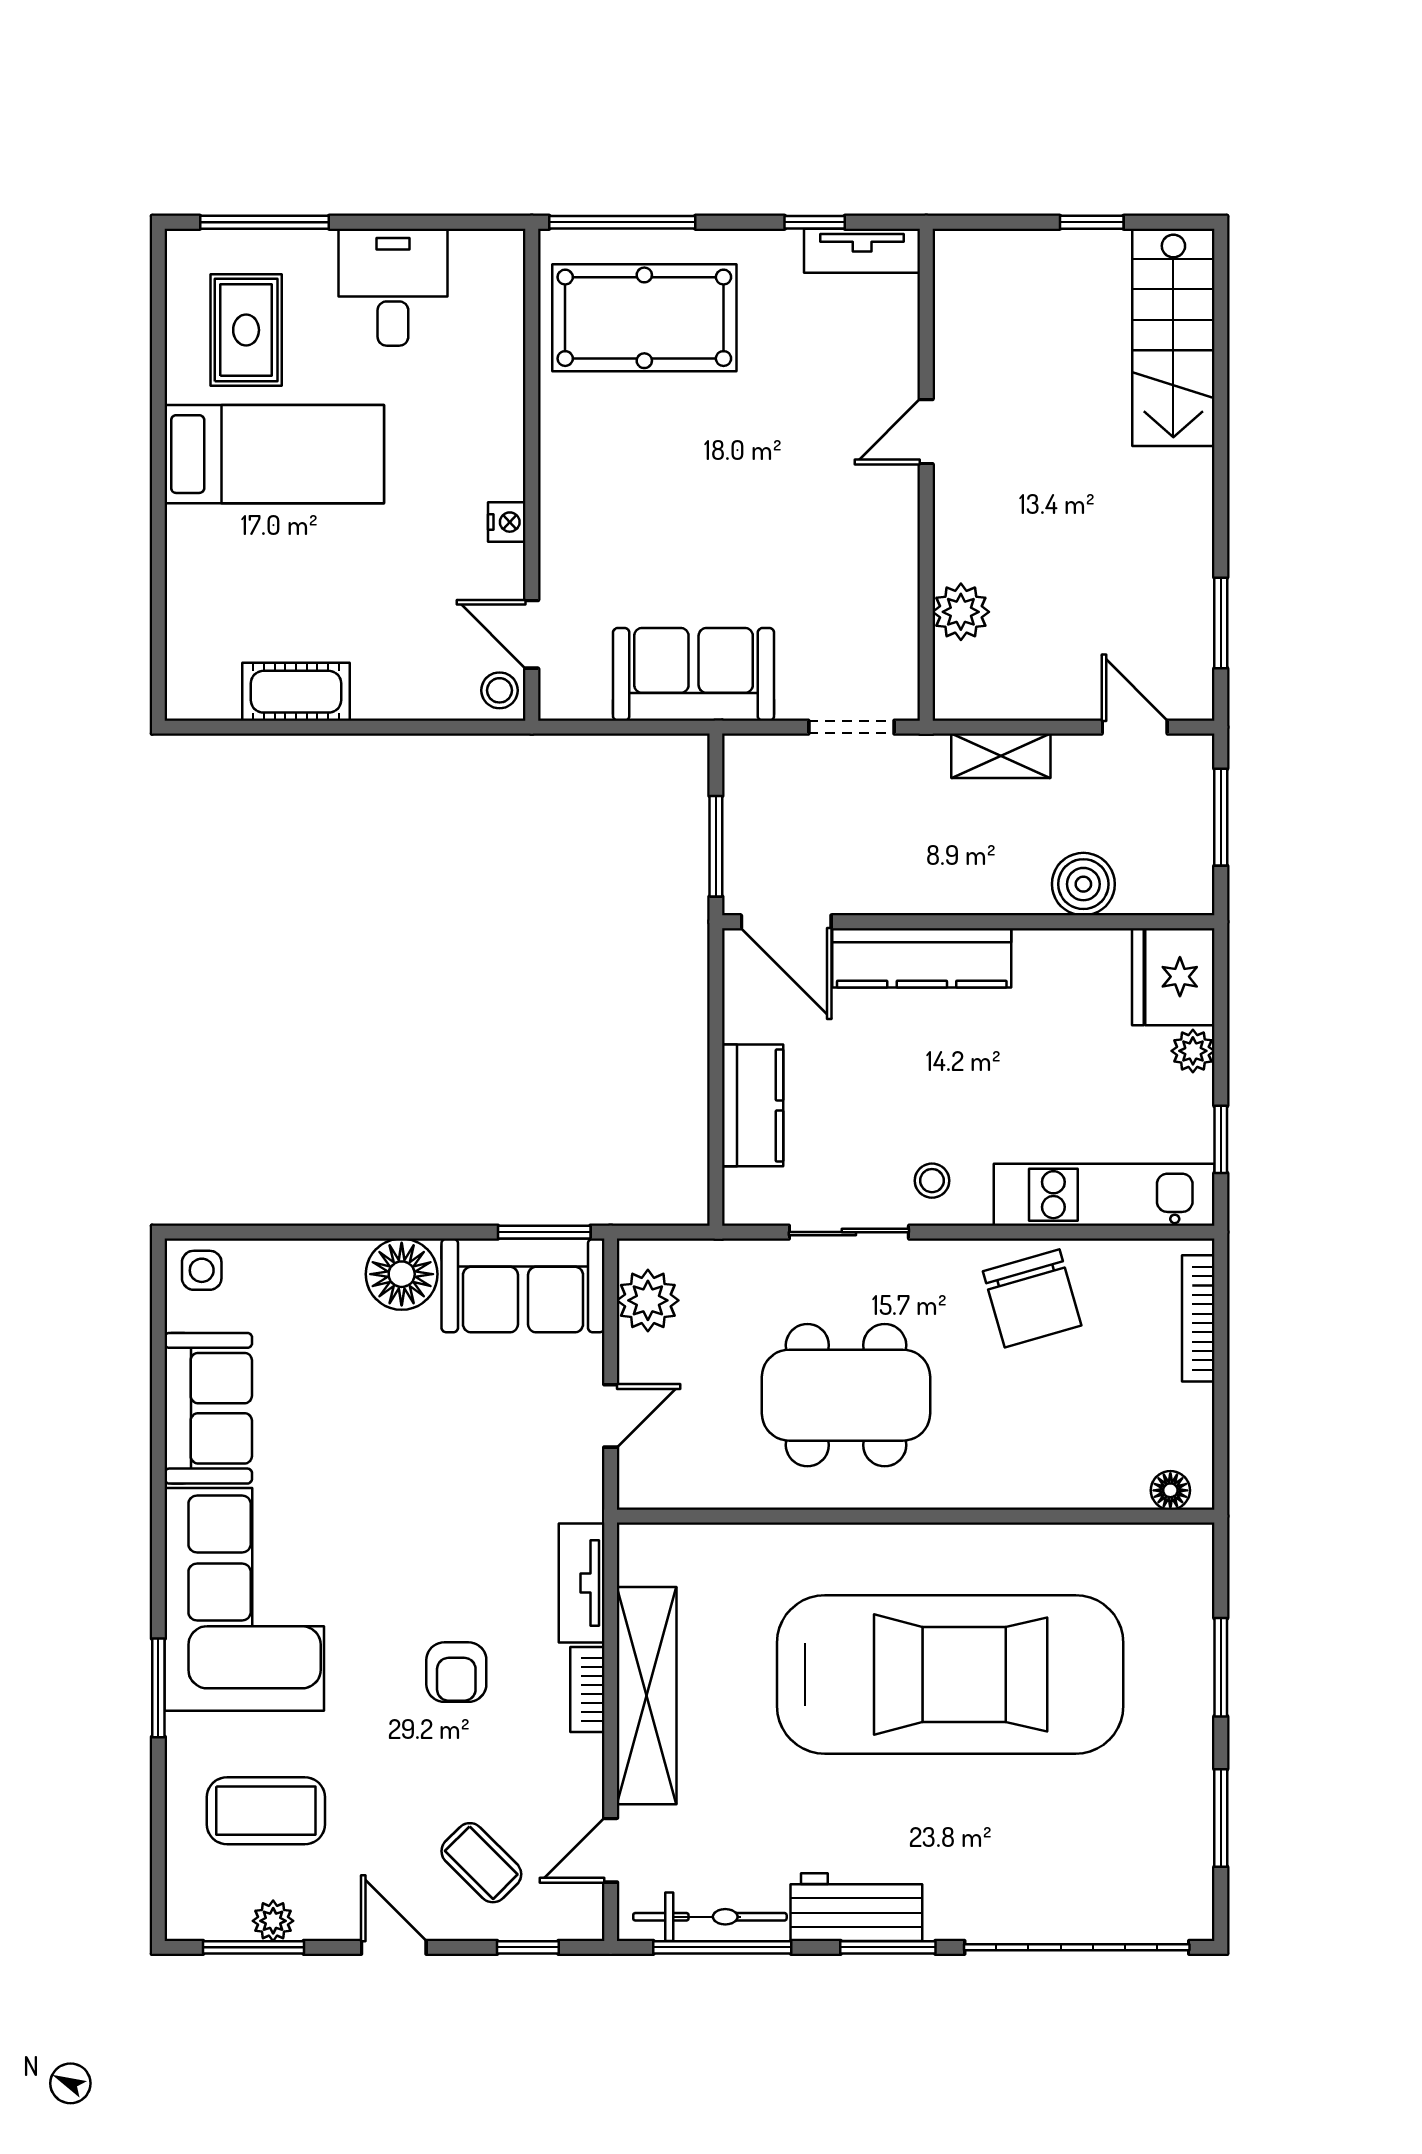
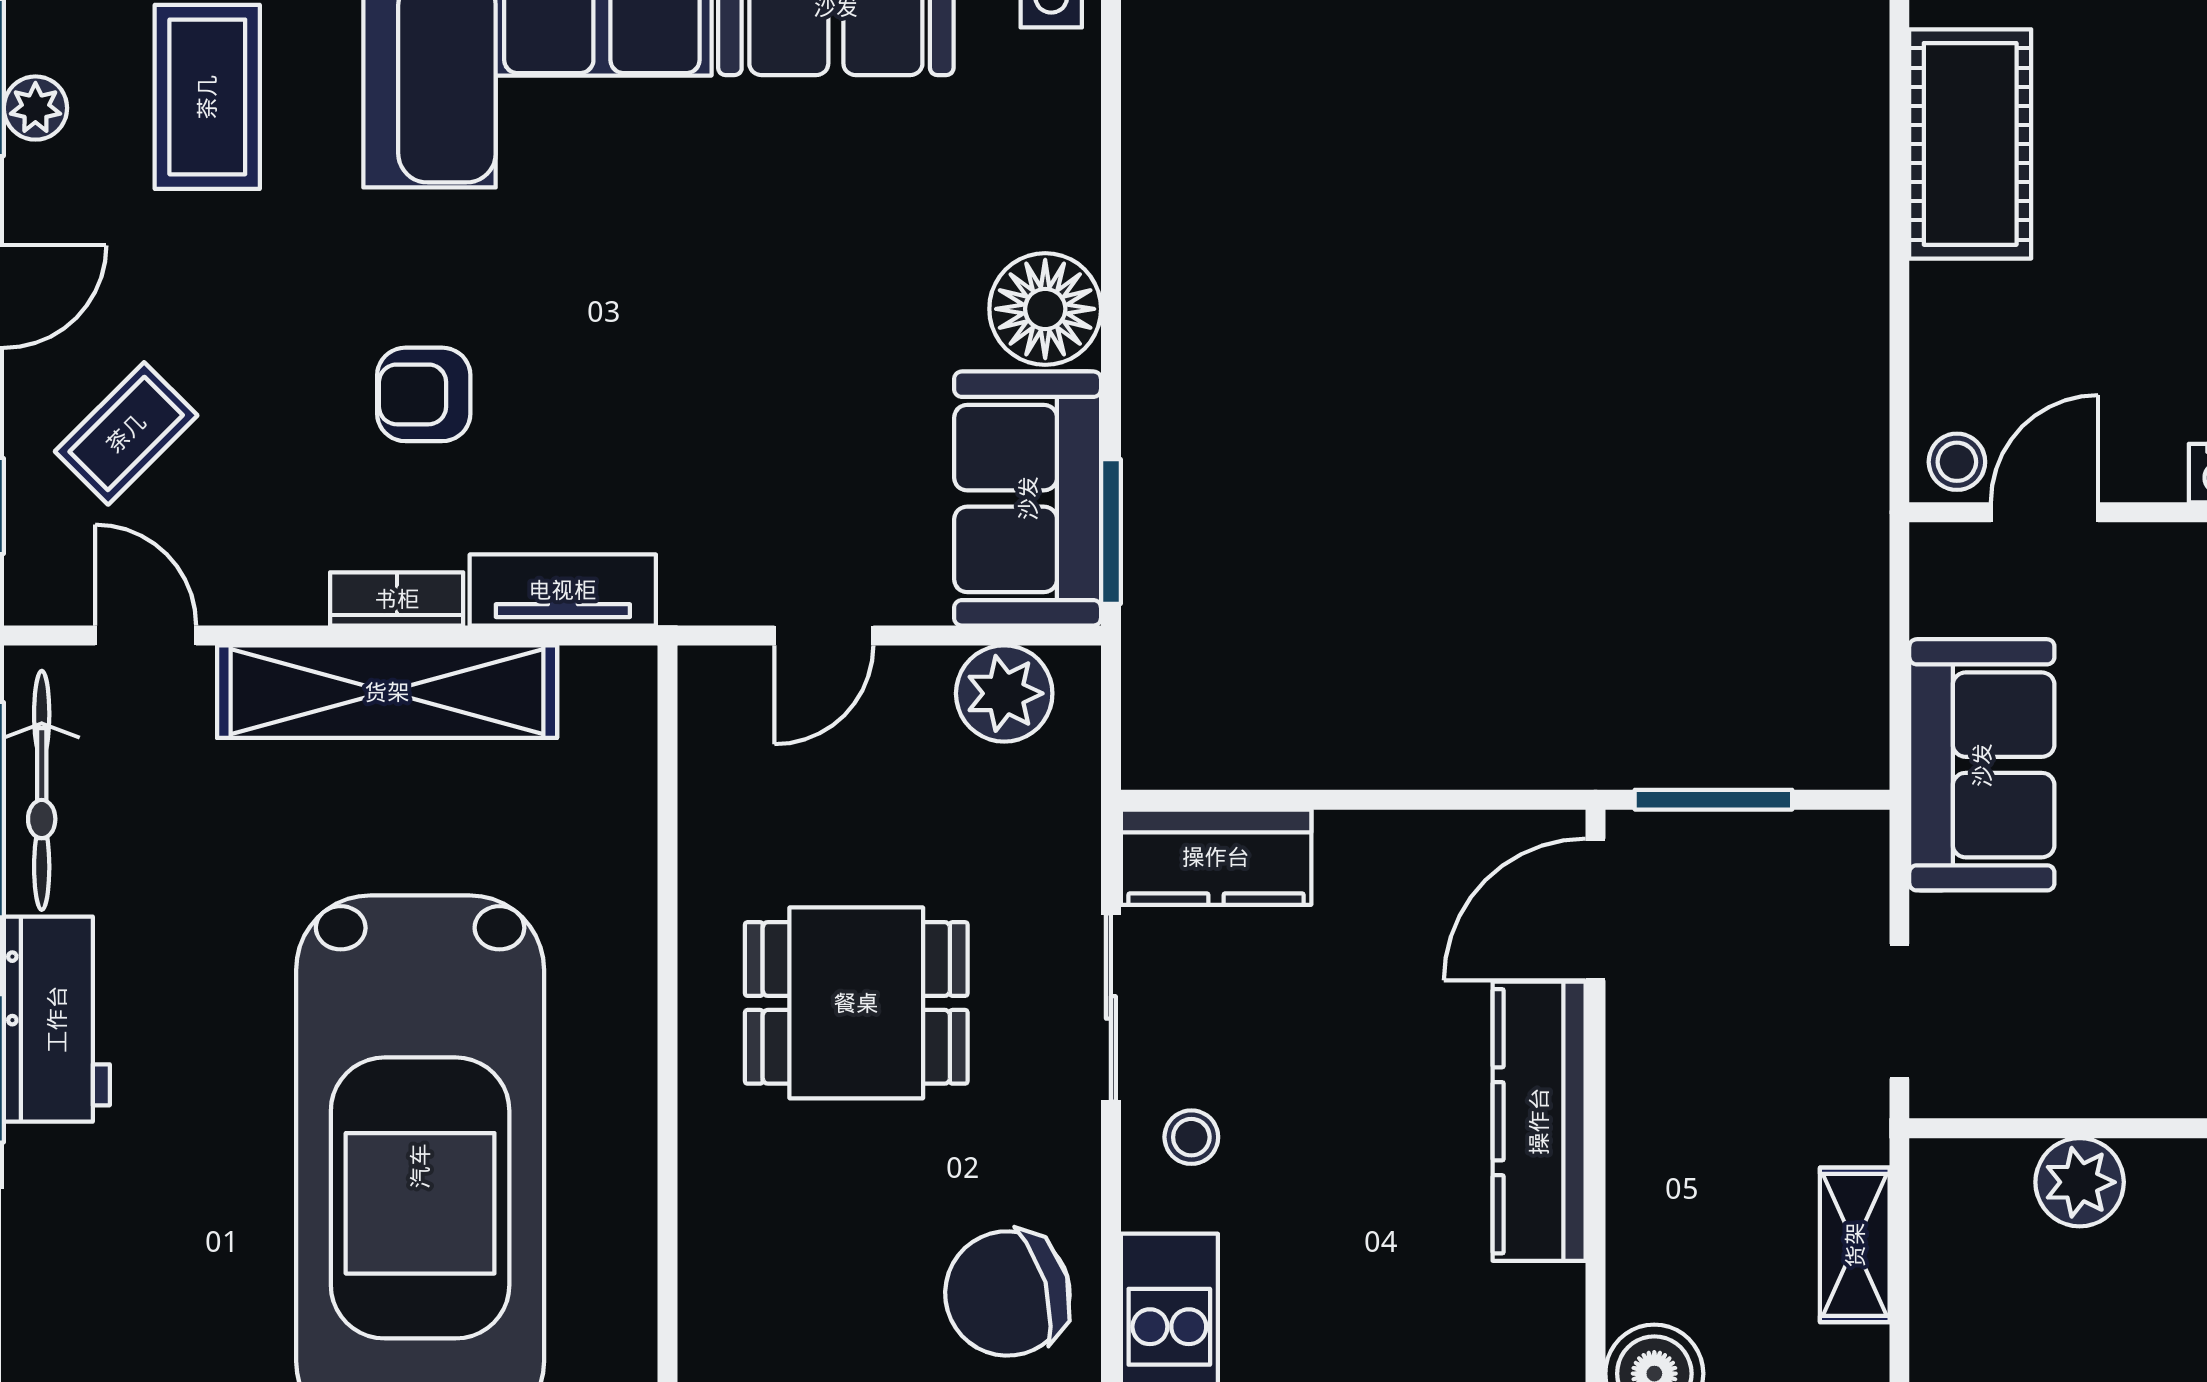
cot: (296, 692) -> (1970, 144), width x1.37, depth x1.34
kitchen counter: (753, 1105) -> (1216, 857), moved
dining table: (846, 1395) -> (856, 1003), width x0.73
door: (611, 1416) -> (824, 635), hinge flipped

